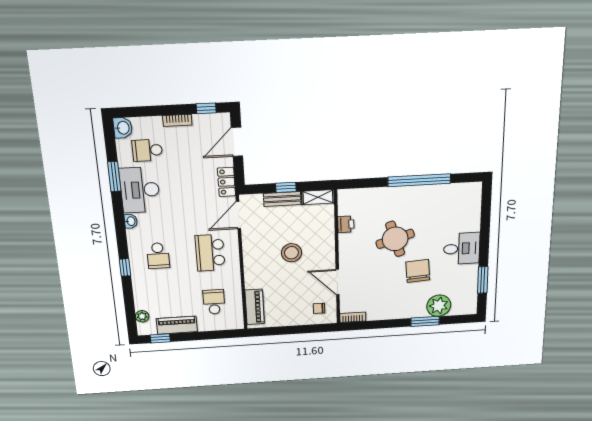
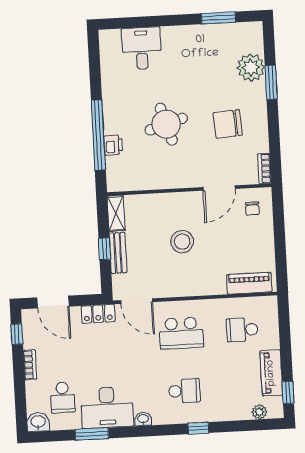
window: (419, 180) -> (98, 135), moved
printer: (346, 224) -> (113, 145), moved, turned 90
desk: (462, 249) -> (142, 48), moved
chair: (418, 271) -> (228, 124), moved

